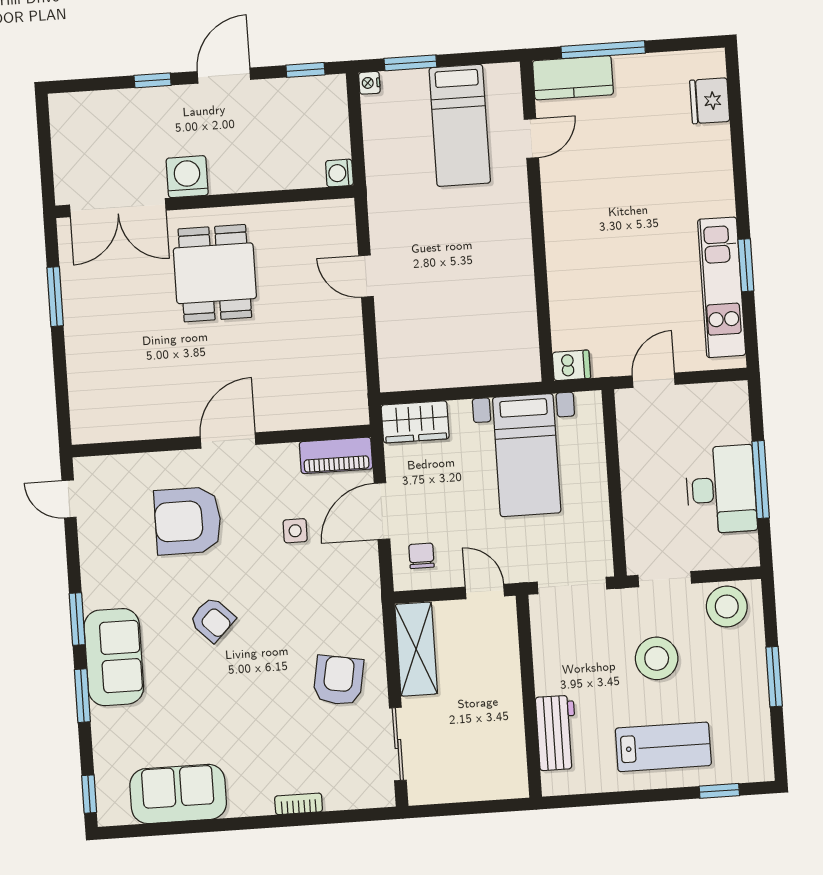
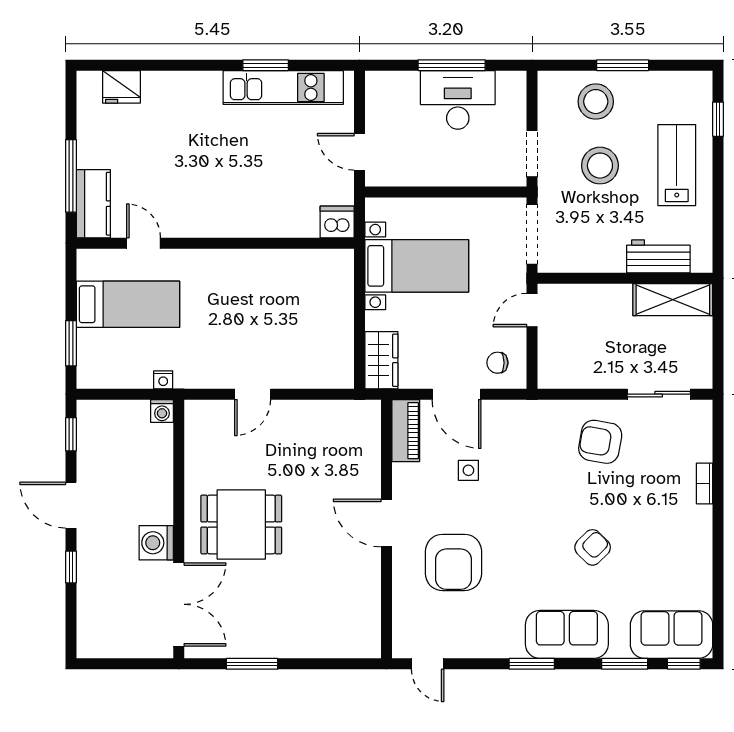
nightstand: (369, 83) -> (163, 380), moved
dishwasher: (571, 365) -> (337, 222), width x1.38
door: (69, 499) -> (428, 664), hinge flipped
stool: (727, 606) -> (596, 102), moved
armchair: (212, 619) -> (593, 547), moved
shelving: (416, 649) -> (673, 300), moved
window: (82, 696) -> (625, 664), moved
sofa: (178, 794) -> (672, 635), moved, turned 90

